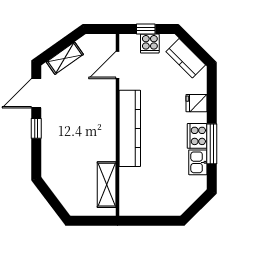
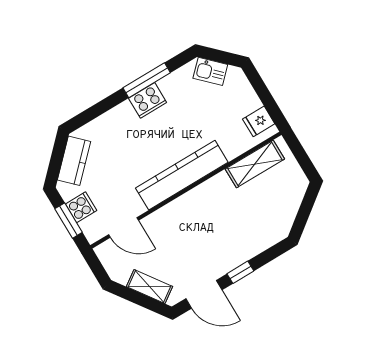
window: (146, 29) -> (69, 221), width x1.50
fridge: (196, 103) -> (259, 121), moved, turned 90
kitchen sink: (198, 162) -> (210, 71), moved, turned 45

